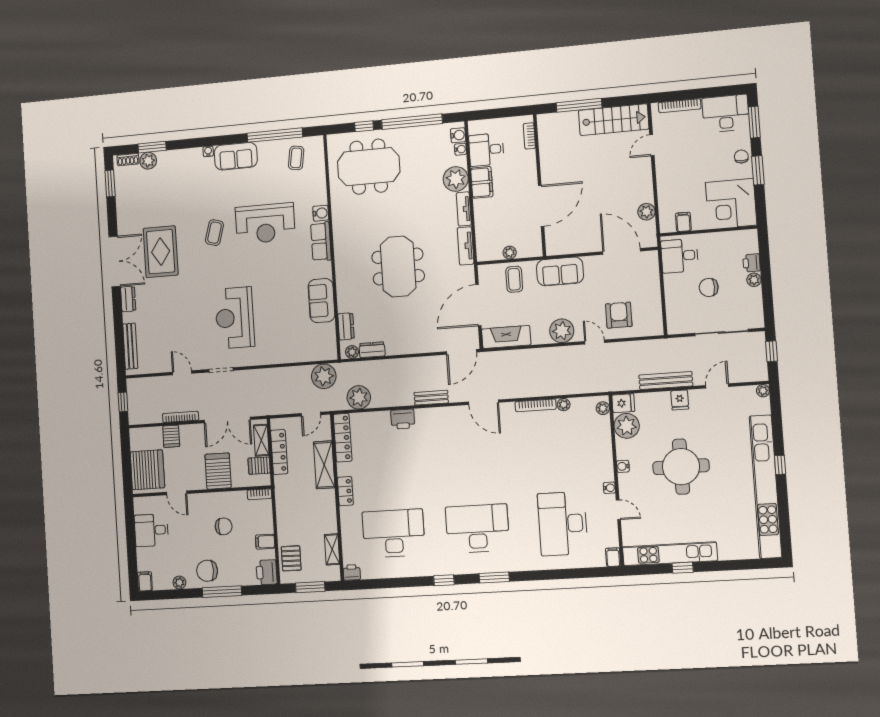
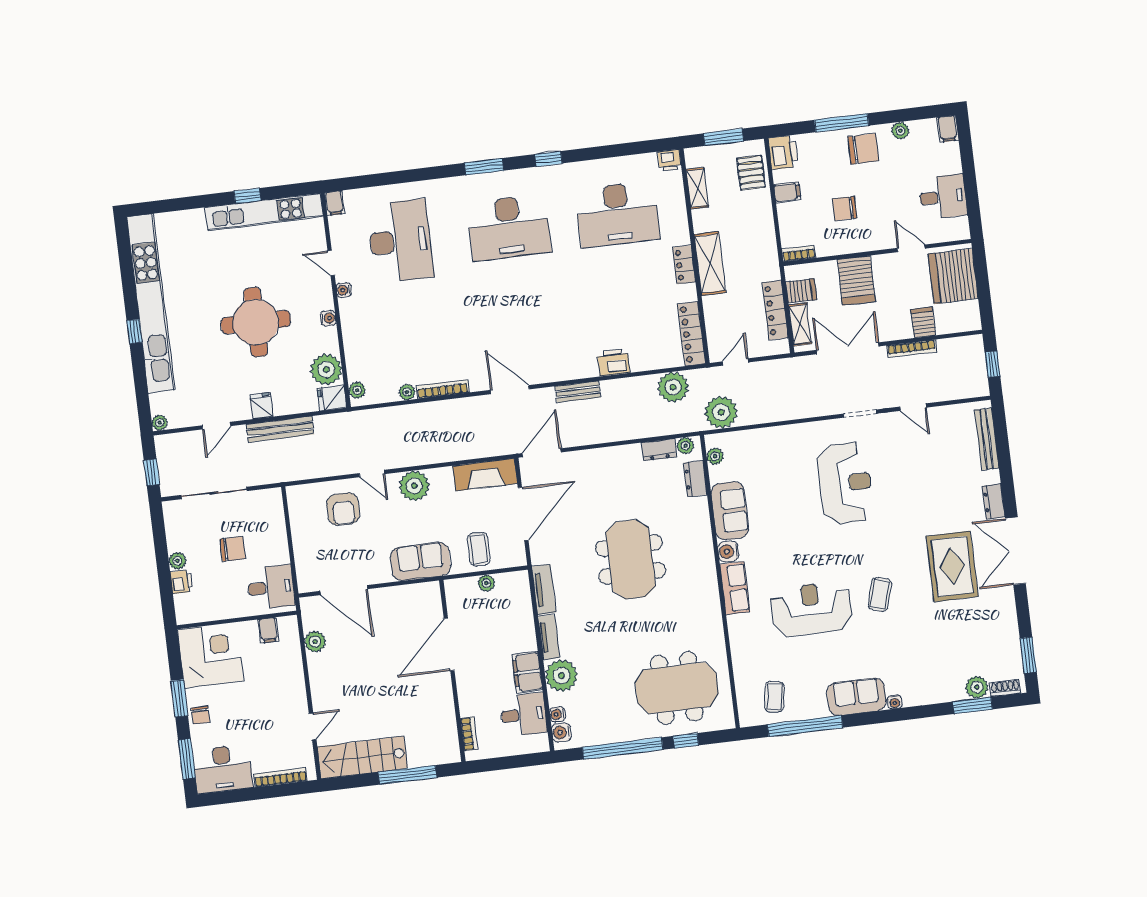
water cooler: (321, 213) -> (728, 551), moved
plant: (330, 343) -> (715, 456), added
shelving: (324, 465) -> (710, 264), moved

